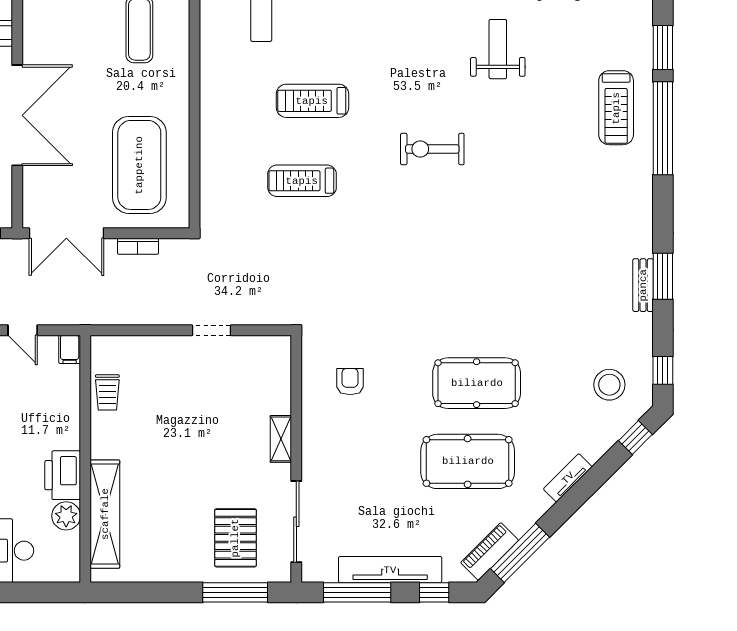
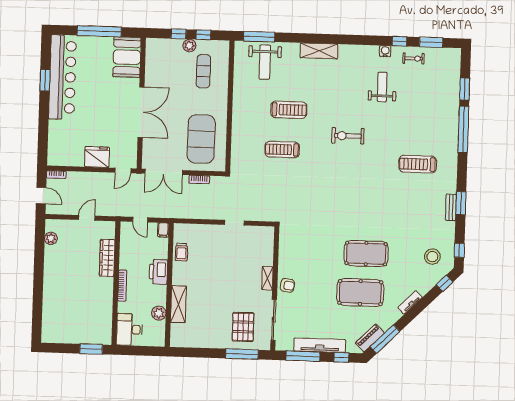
treadmill: (312, 101) -> (289, 110), turned 180
treadmill: (616, 108) -> (418, 164), moved, turned 90
armchair: (350, 382) -> (287, 285), moved, turned 97
printer: (63, 475) -> (158, 272), moved
shelving: (105, 514) -> (178, 304), width x0.68

